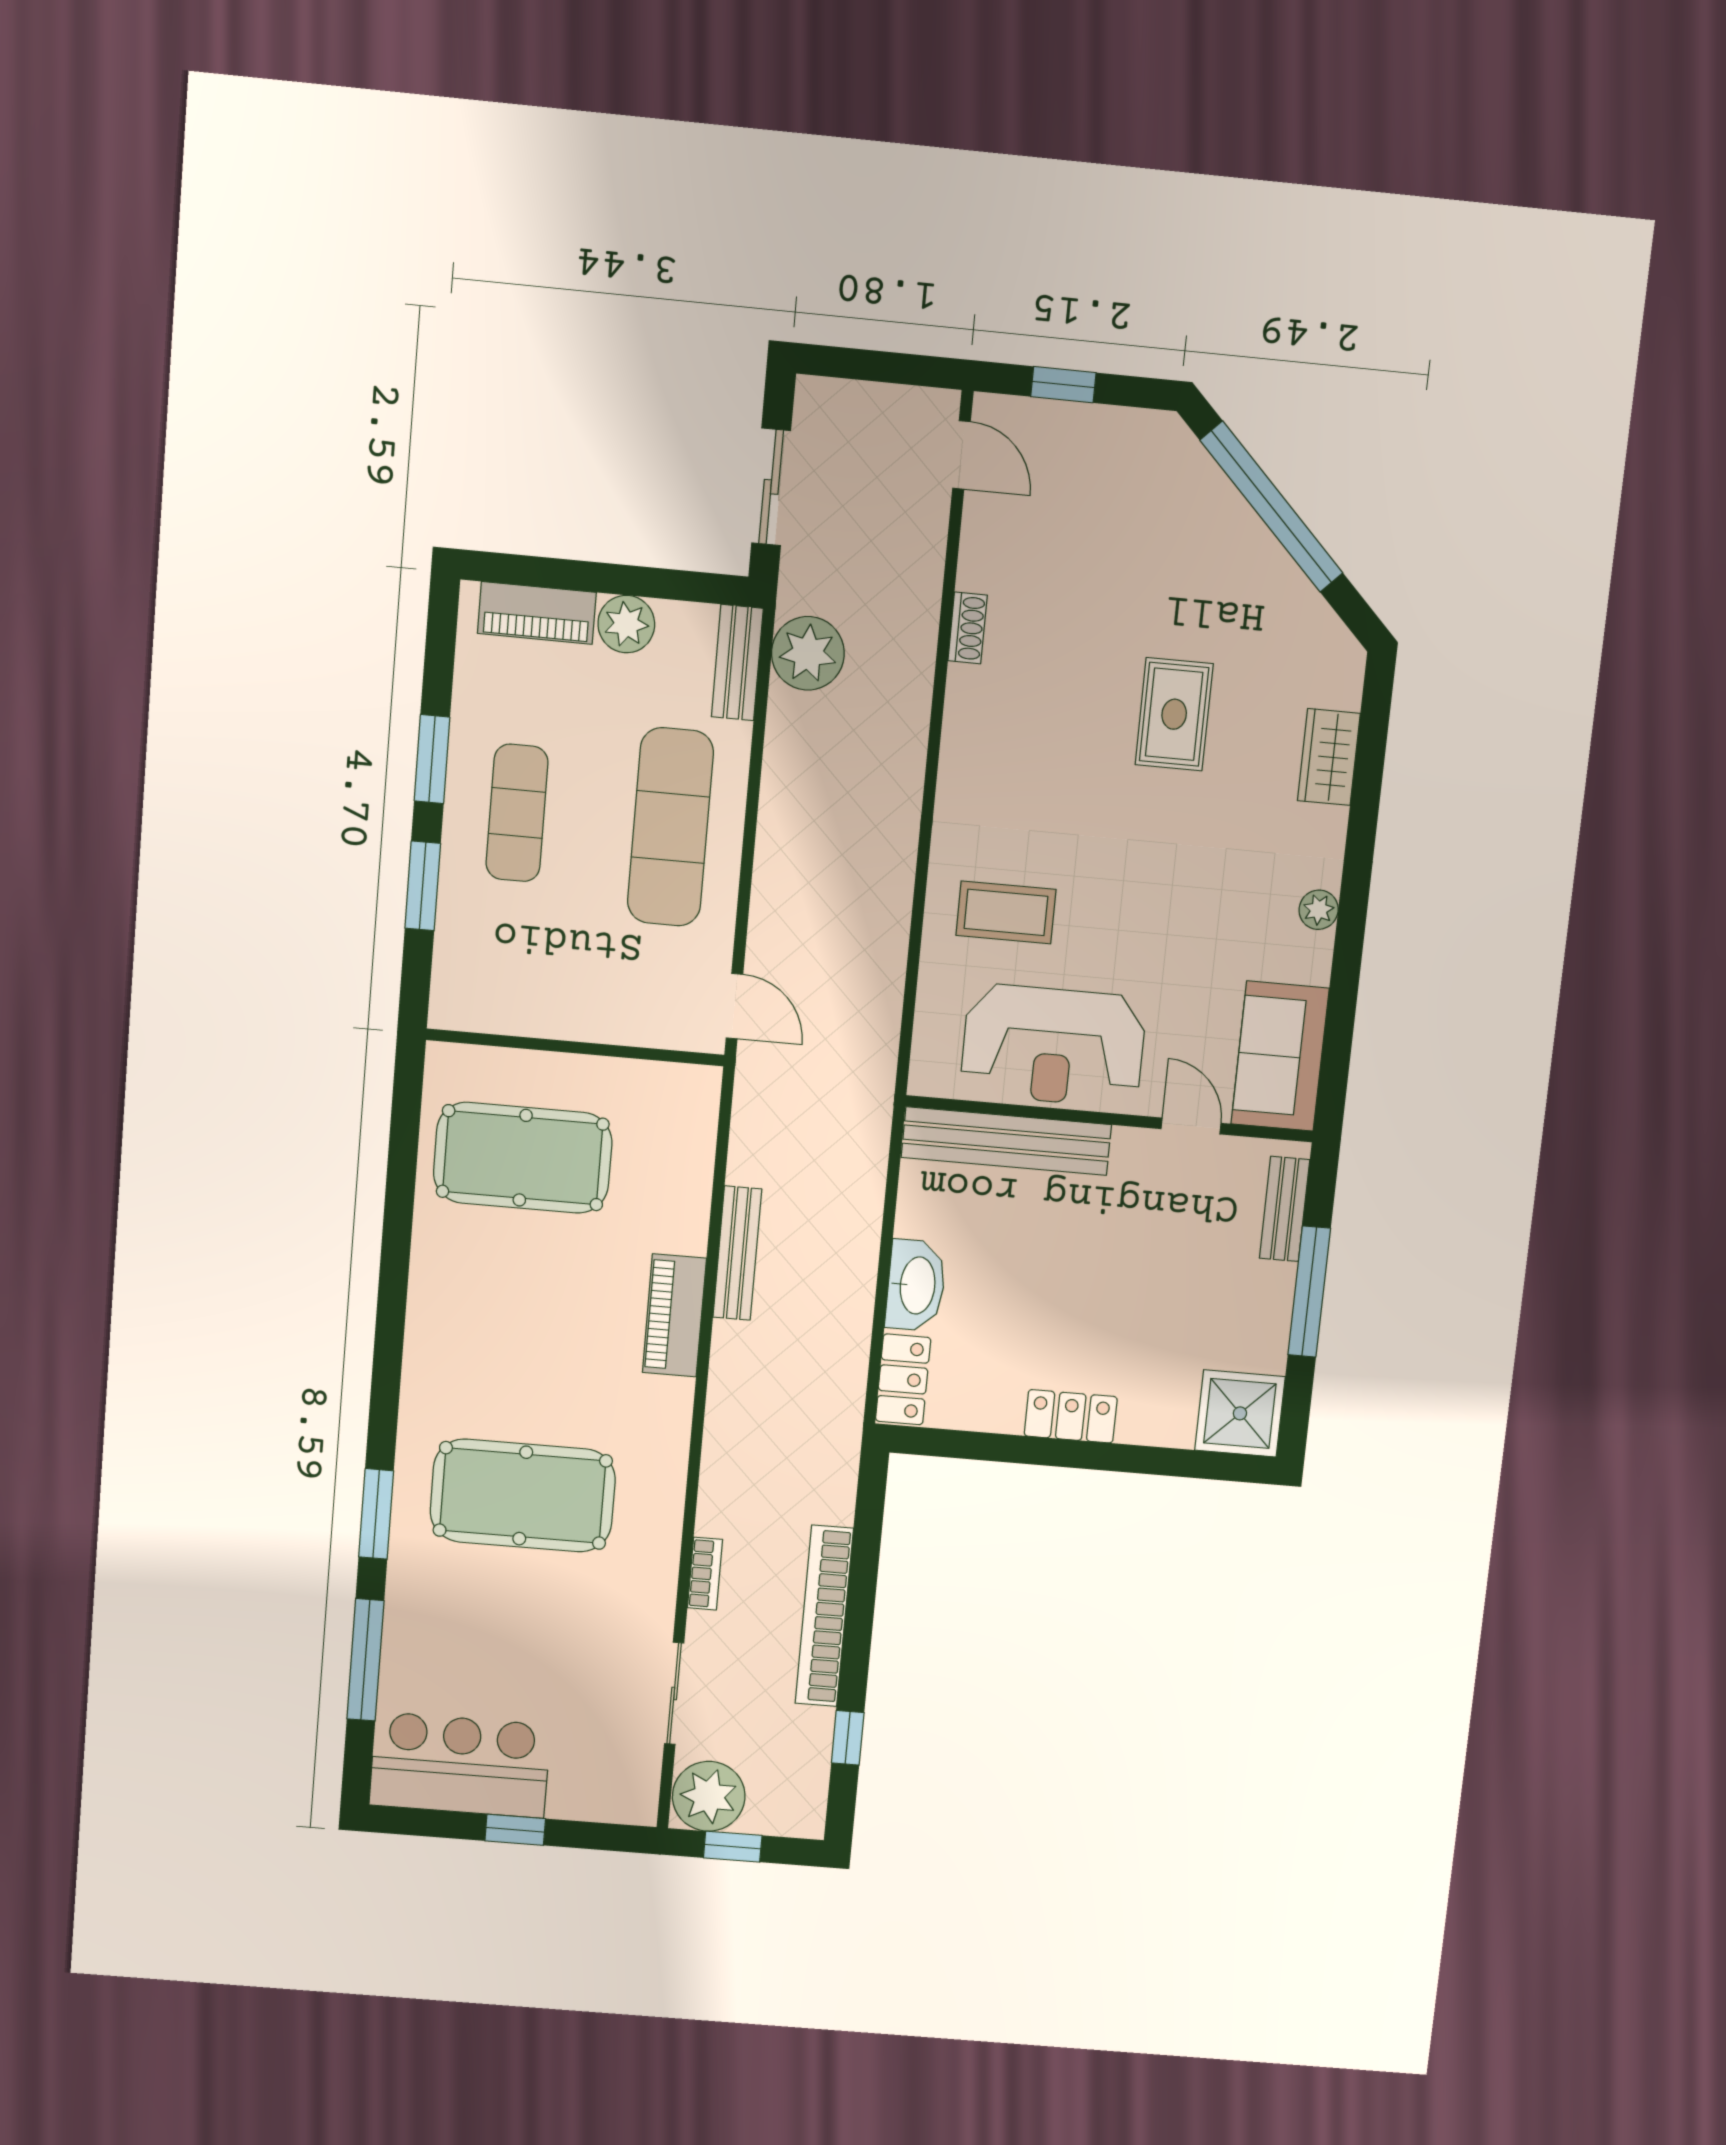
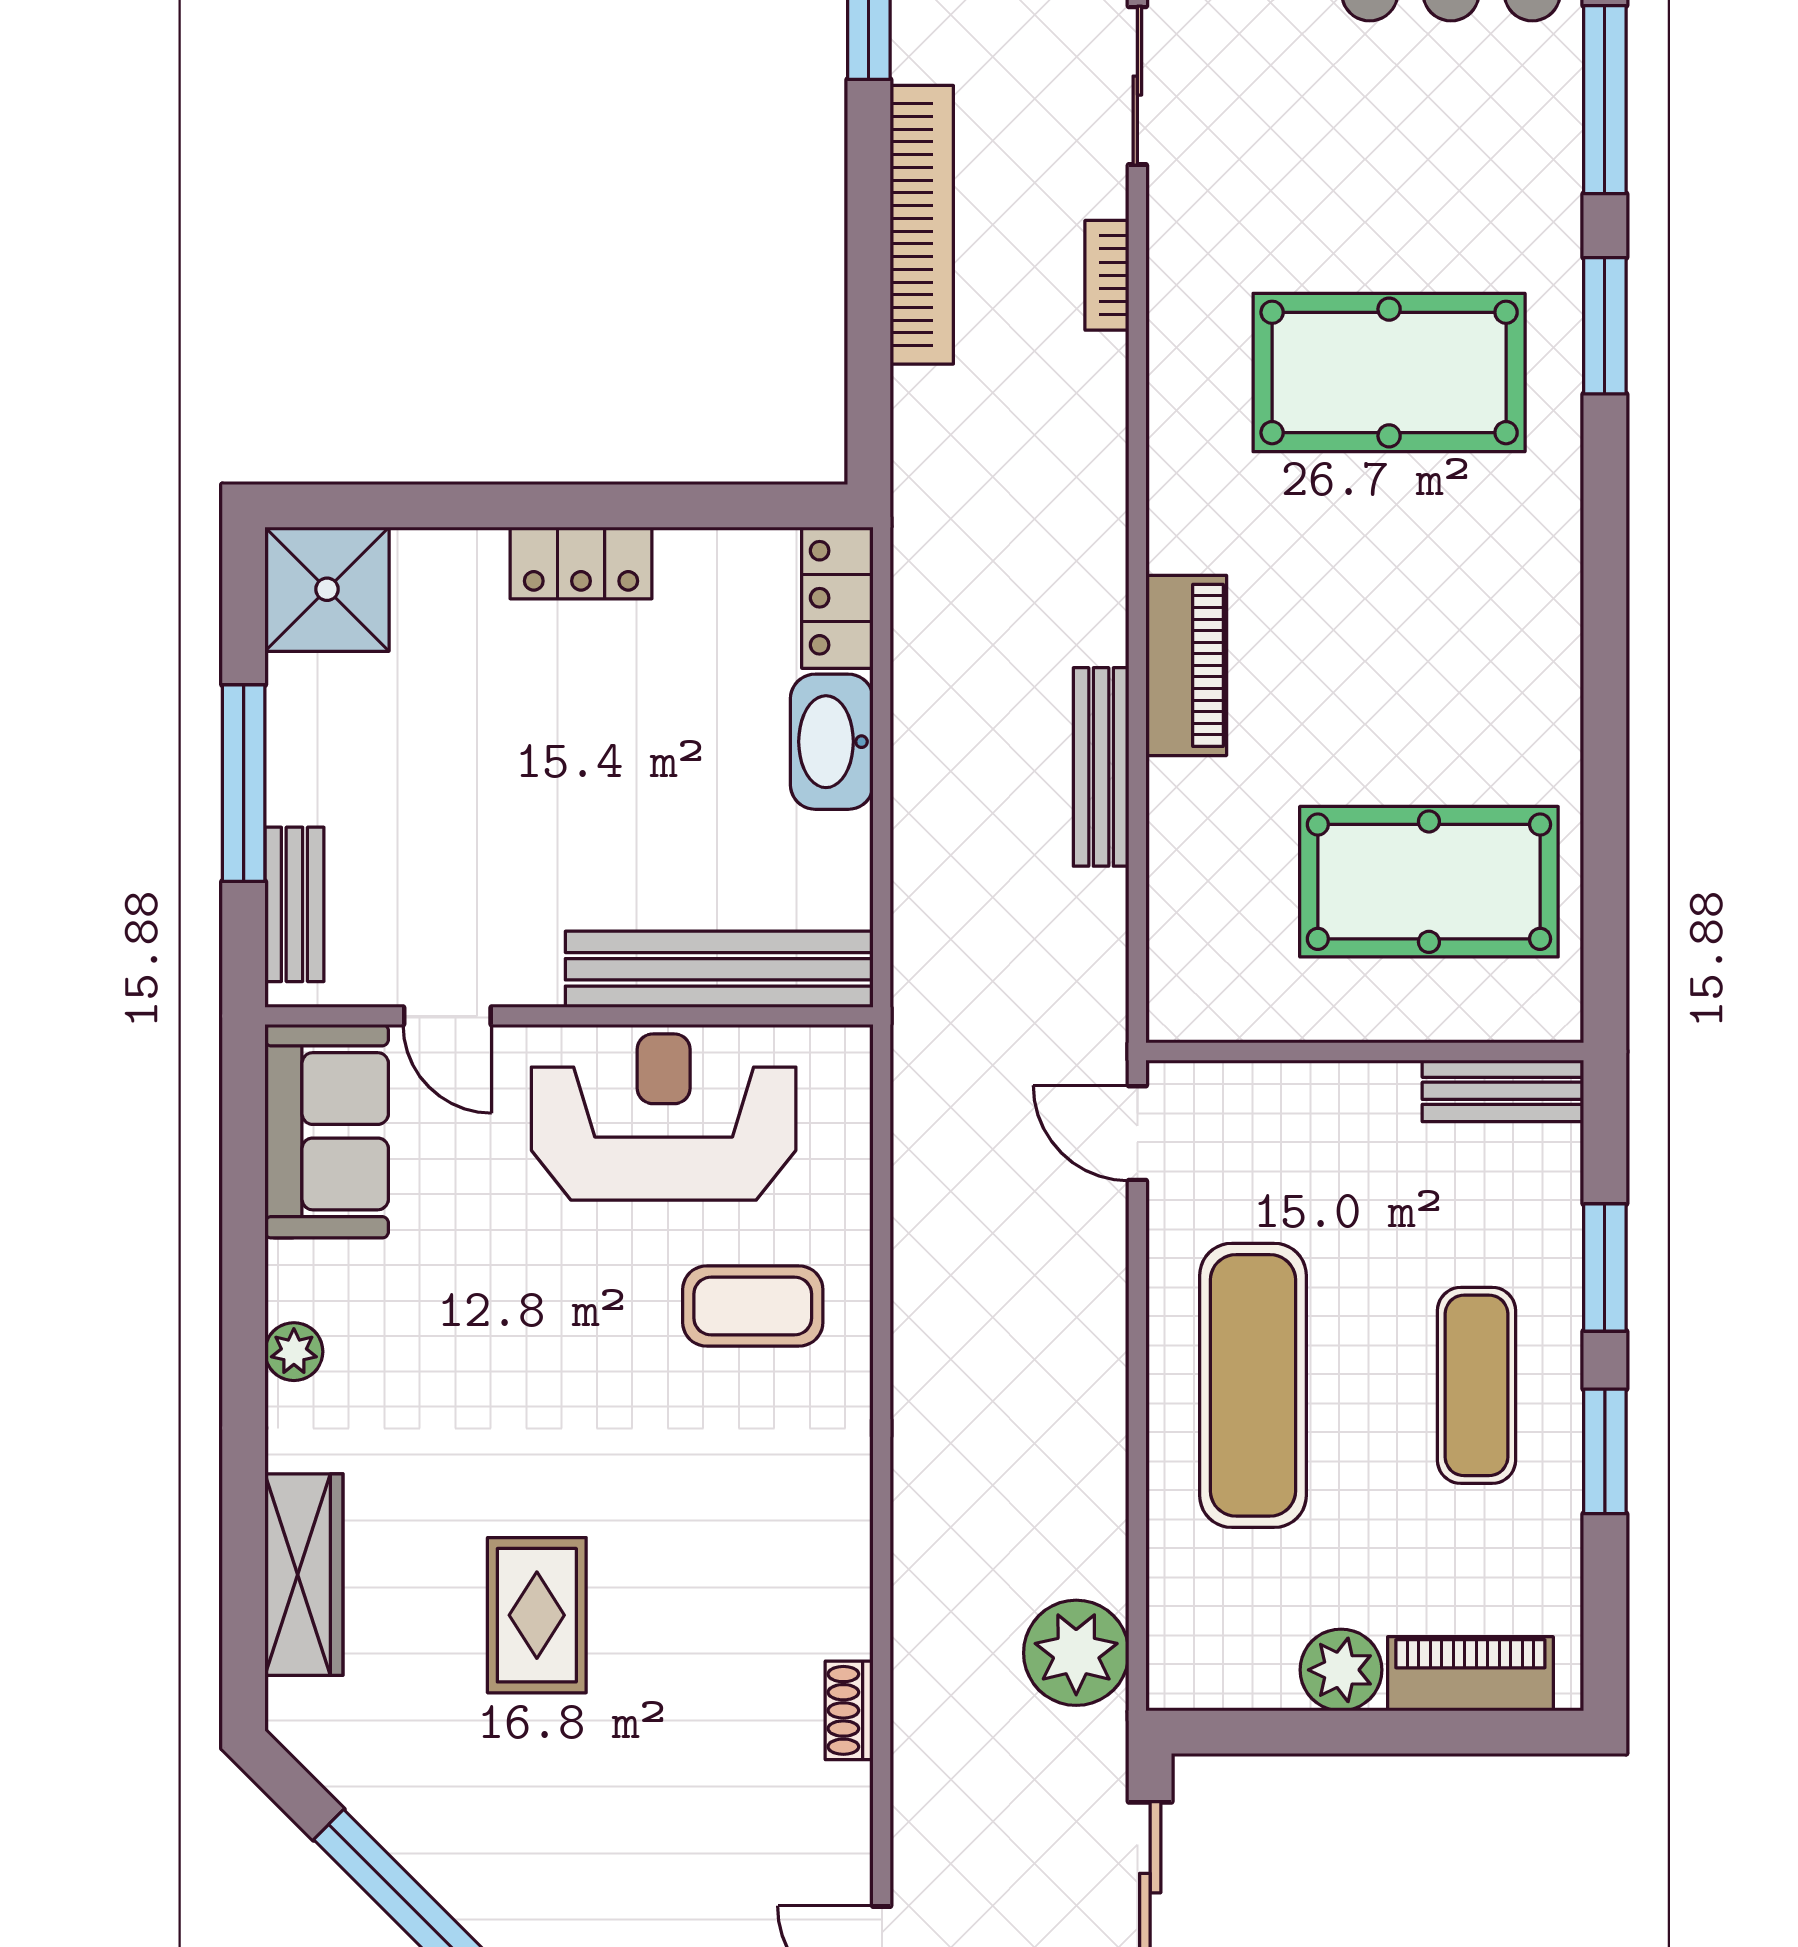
bench: (737, 663) -> (1503, 1091), moved, turned 90
wardrobe: (1329, 757) -> (304, 1575), width x1.50

